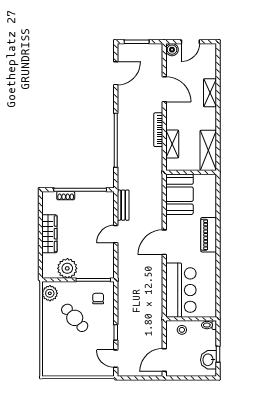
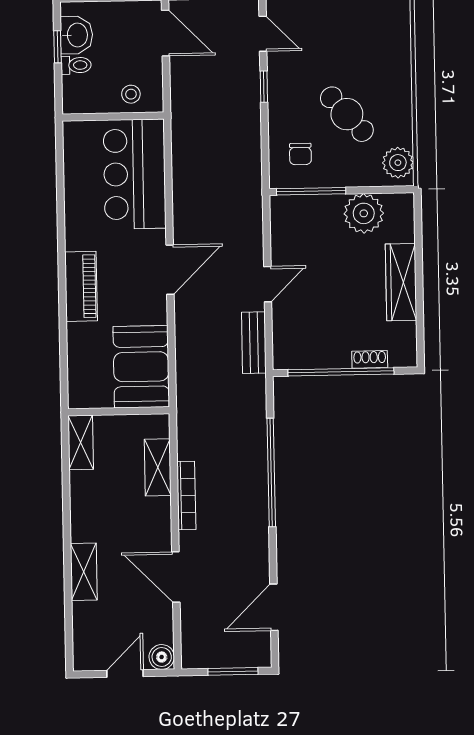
shelving: (208, 150) -> (81, 442), width x0.67, depth x0.75
toilet: (209, 325) -> (76, 65), moved
door: (164, 360) -> (165, 33), hinge flipped

